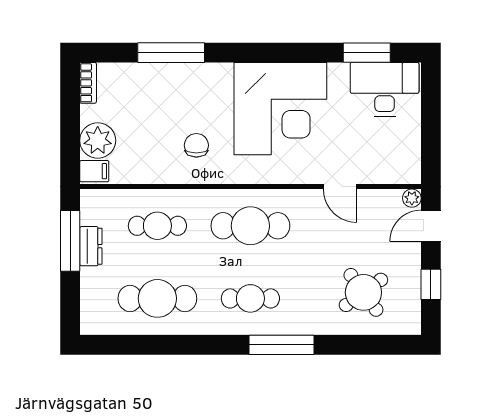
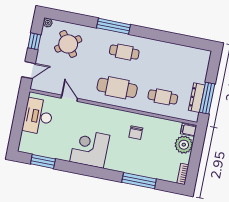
desk: (385, 89) -> (38, 116), moved, turned 90
corner desk: (280, 109) -> (90, 148), width x0.74, depth x0.74
plant: (412, 198) -> (48, 23), moved
dresser: (91, 246) -> (197, 98), width x1.44
cafe table: (157, 298) -> (170, 61), removed

